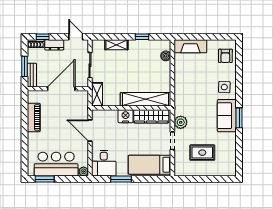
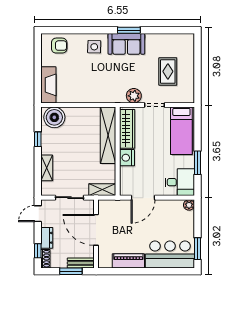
boiler: (166, 56) -> (54, 117), width x1.86, depth x1.86
bar counter: (56, 164) -> (170, 254), moved, turned 90

